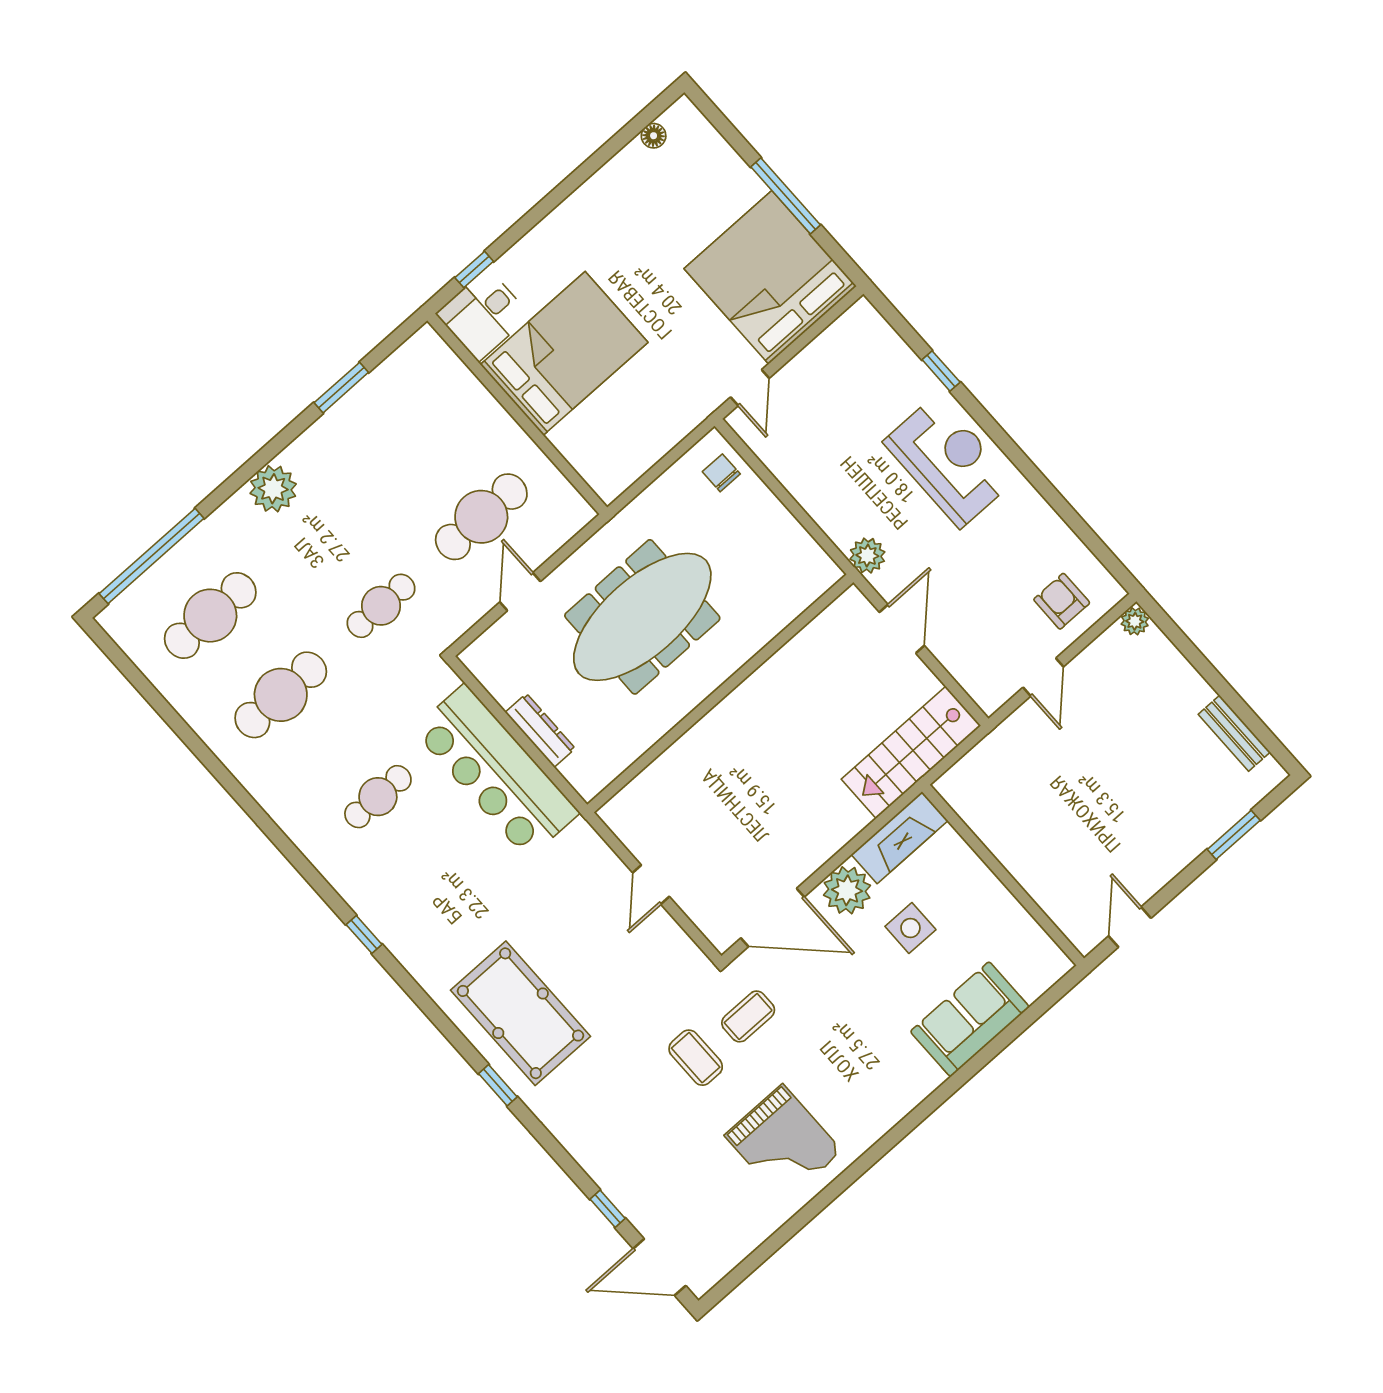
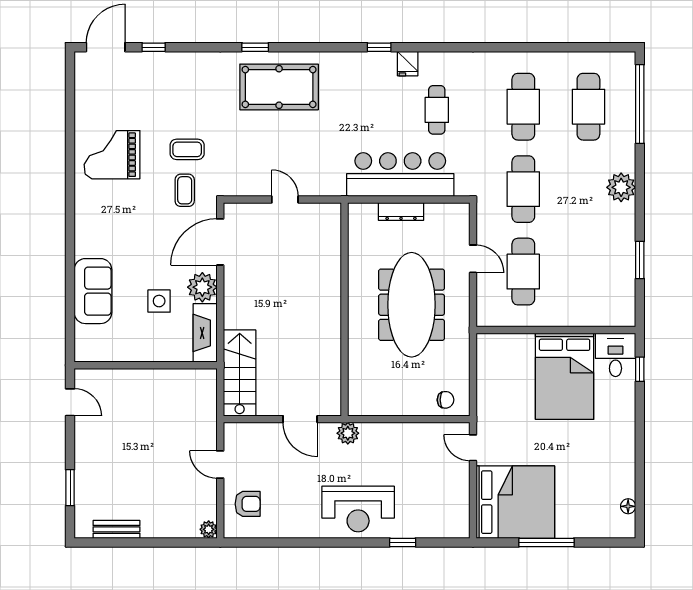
cafe table: (381, 606) -> (523, 189), width x1.37, depth x1.35
fridge: (353, 882) -> (408, 64), added

